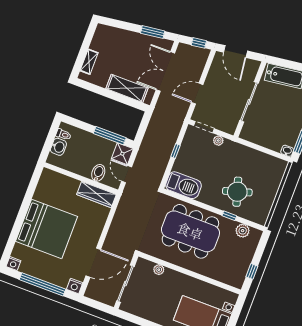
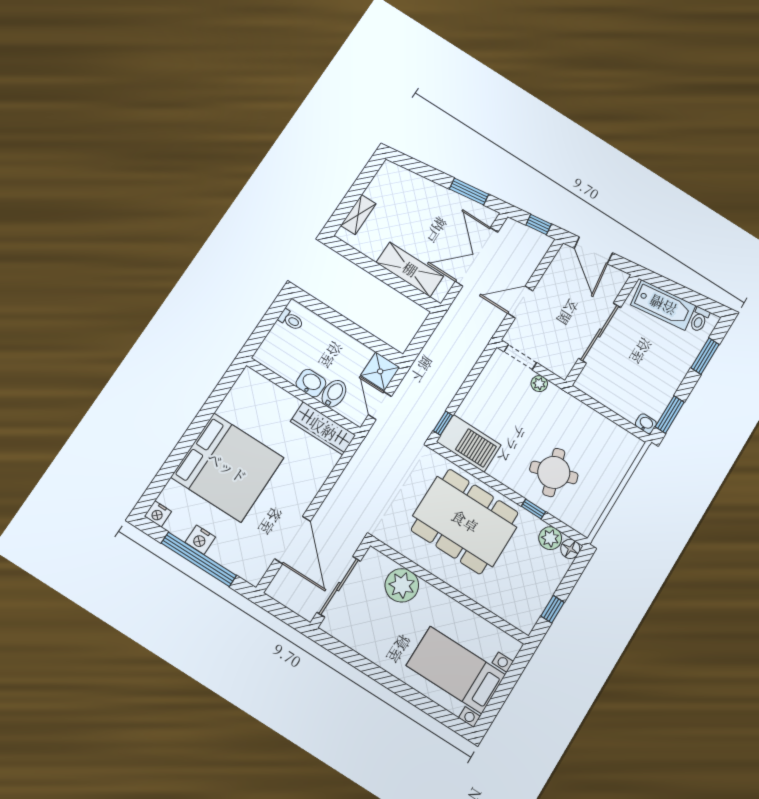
window: (110, 136) -> (366, 338), removed
washbasin: (58, 147) -> (311, 383), moved, turned -90
window: (176, 151) -> (443, 423), moved
floor lamp: (256, 234) -> (570, 549), added
door: (93, 263) -> (293, 540), hinge flipped
plant: (159, 270) -> (402, 585), width x1.87, depth x1.87
nightstand: (75, 286) -> (200, 540), moved

